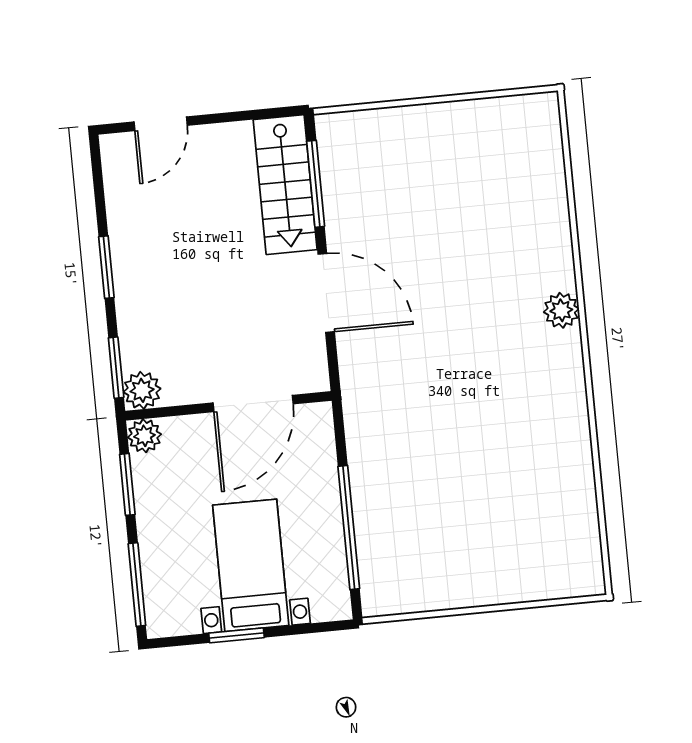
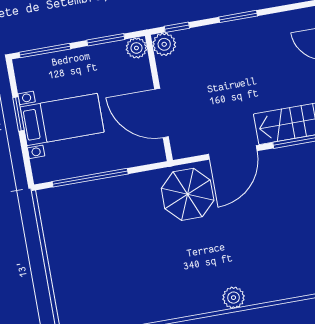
window: (116, 368) -> (177, 27), width x0.67
parasol: (388, 372) -> (188, 194), added

